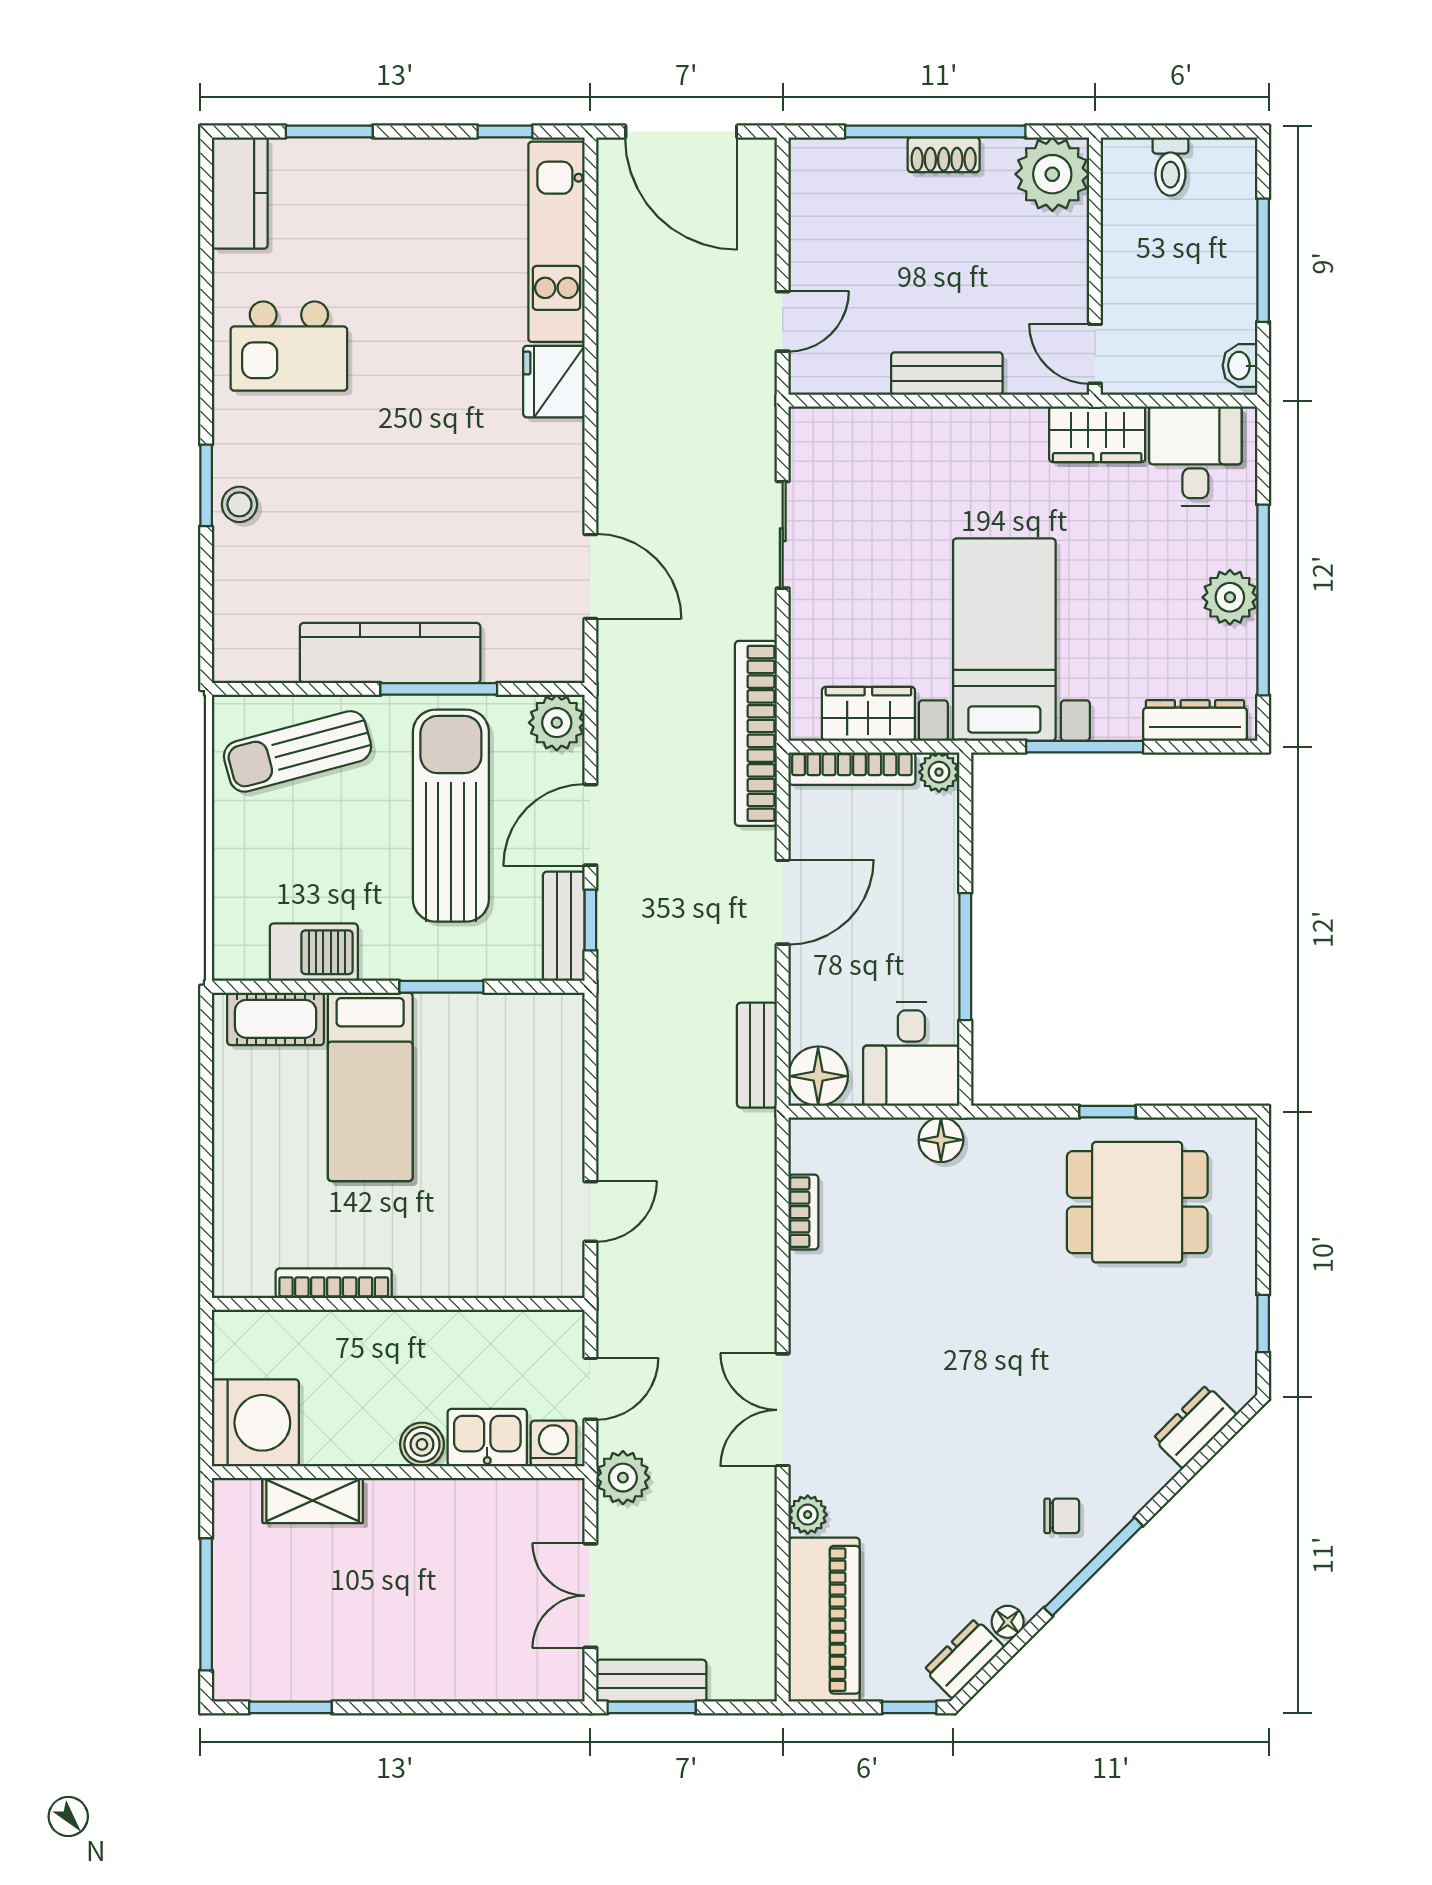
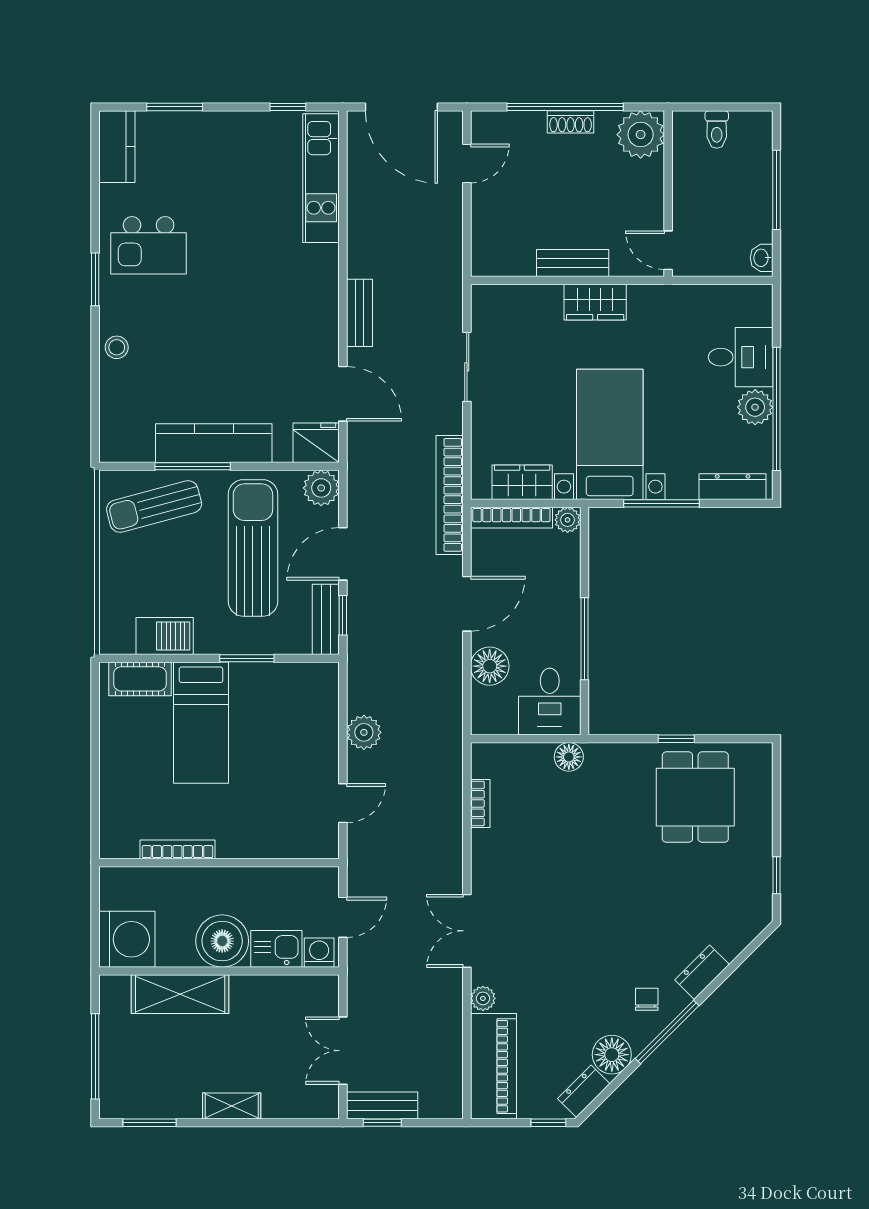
door: (783, 321) -> (467, 164), moved
fridge: (554, 382) -> (316, 443), moved, turned 90
wardrobe: (1097, 434) -> (595, 302), moved
desk: (1195, 456) -> (741, 357), moved, turned 90
window: (206, 485) -> (95, 279), moved
window: (439, 689) -> (193, 466), moved
bench: (757, 1055) -> (360, 313), moved
floor lamp: (818, 1076) -> (490, 666), moved
dining table: (1137, 1202) -> (695, 797), turned 90
dresser: (1195, 1427) -> (702, 972), moved
boiler: (422, 1444) -> (222, 941), width x1.86, depth x1.86
plant: (623, 1478) -> (364, 732), moved
shelving: (313, 1500) -> (180, 994), width x1.50, depth x1.33
chair: (1062, 1516) -> (647, 999), turned -90
floor lamp: (1008, 1622) -> (612, 1055), width x1.89, depth x1.89
shelving: (418, 1681) -> (232, 1106), added
window: (652, 1707) -> (382, 1123), width x0.67

